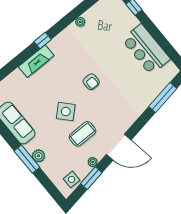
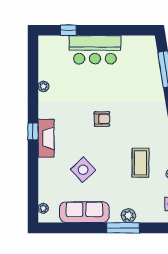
bar counter: (146, 49) -> (95, 50), moved
fireplace: (36, 61) -> (46, 138), moved
side table: (66, 111) -> (83, 170), moved

